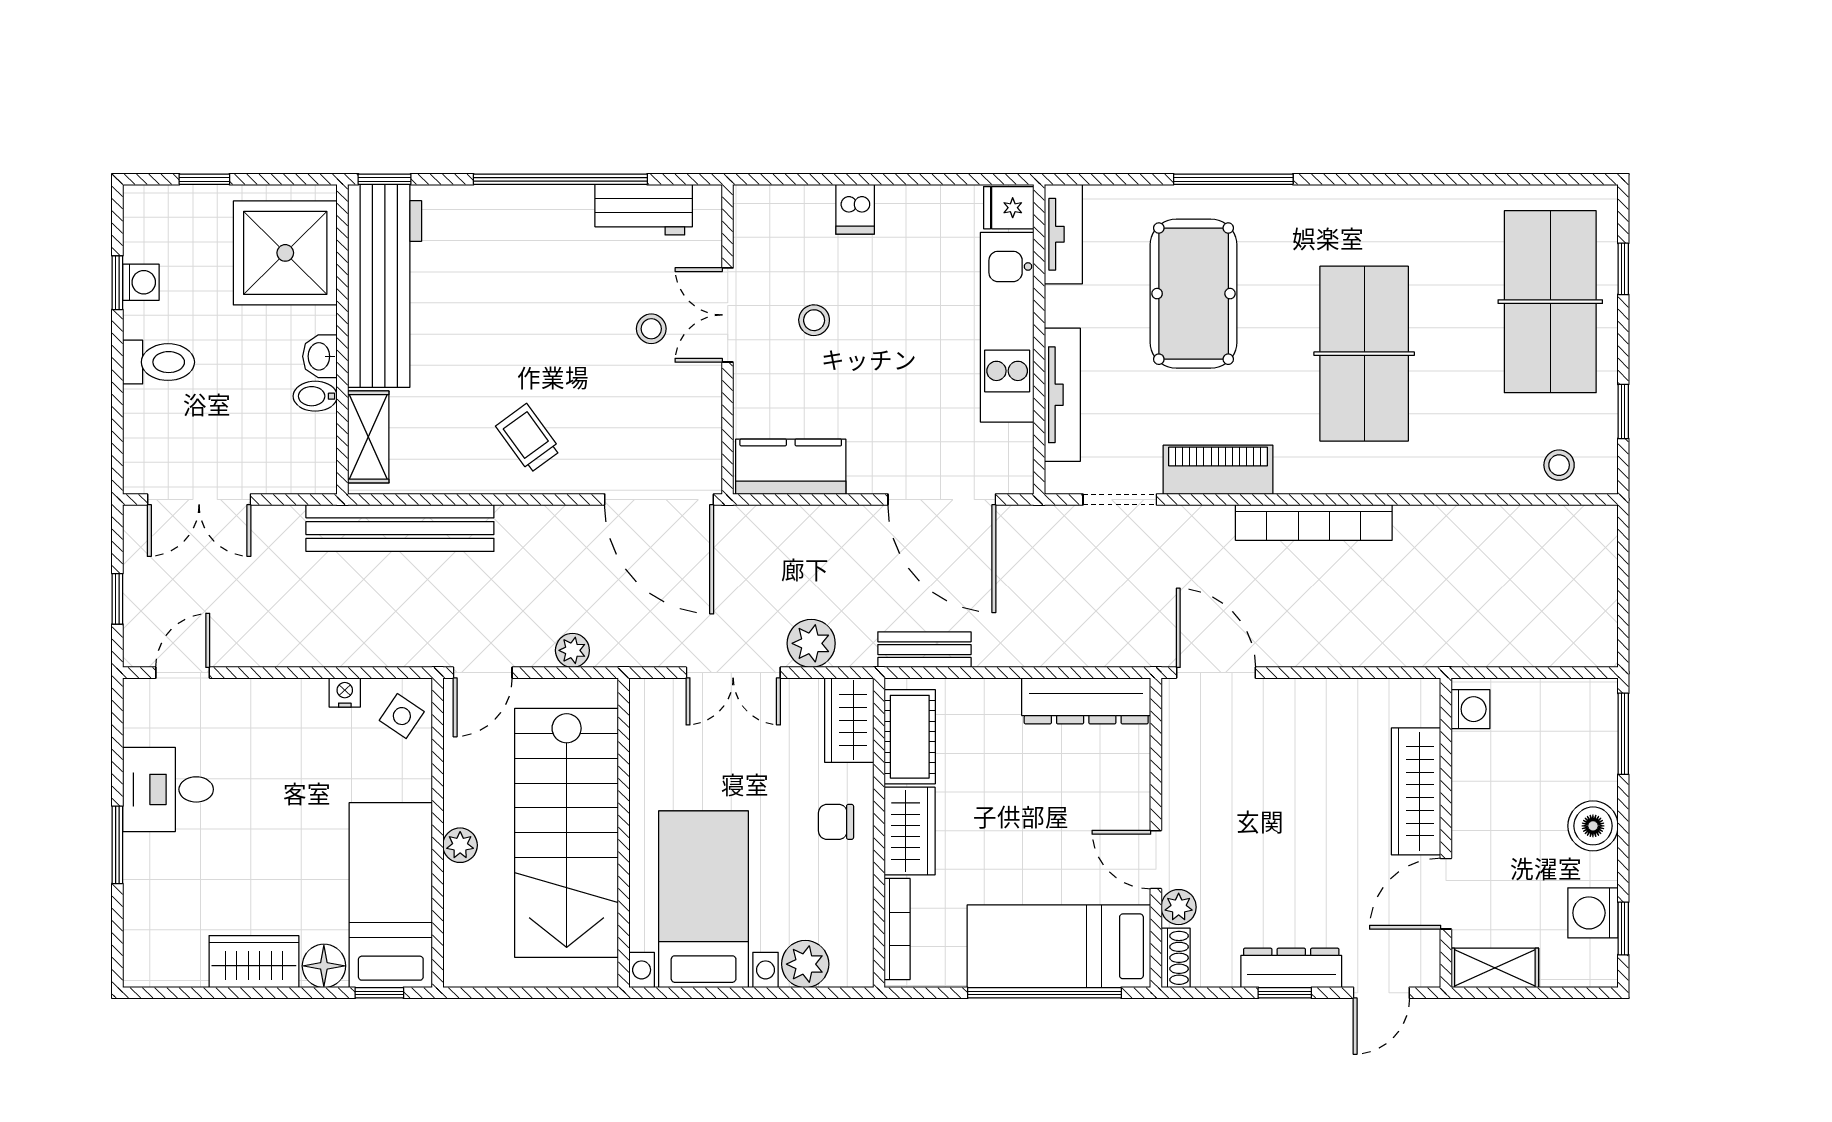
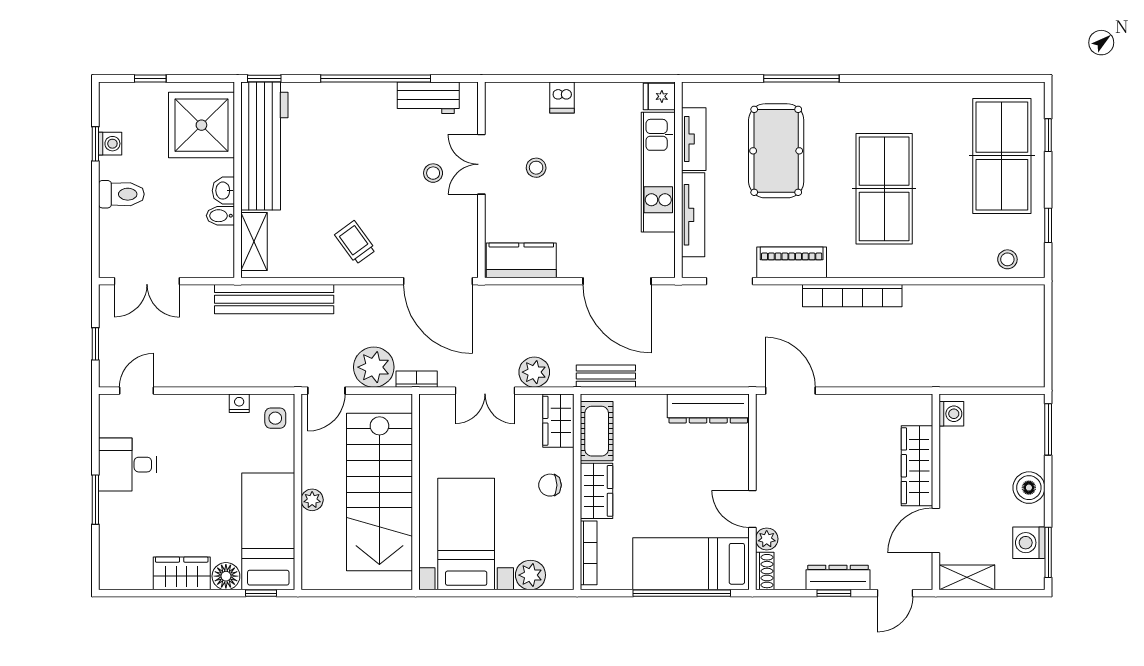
tv unit: (1063, 234) -> (694, 139), moved
plant: (572, 650) -> (374, 367), width x1.88, depth x1.88
bookcase: (625, 654) -> (417, 379), added
side table: (402, 716) -> (275, 418), turned -34
window: (1623, 928) -> (1048, 552), width x1.50

